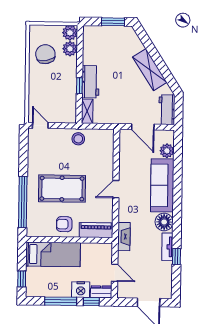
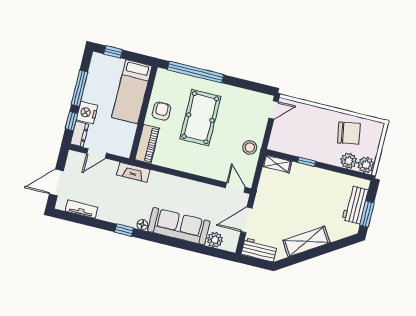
workbench: (90, 82) -> (355, 205), moved, turned 90
door: (116, 189) -> (235, 187), moved
floor lamp: (164, 222) -> (142, 225), width x0.53, depth x0.53
tv unit: (167, 247) -> (81, 209), moved
window: (176, 257) -> (124, 230), moved

